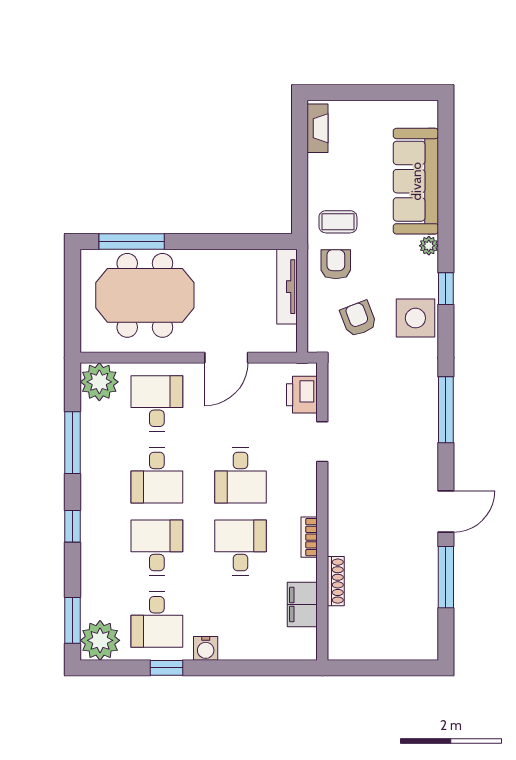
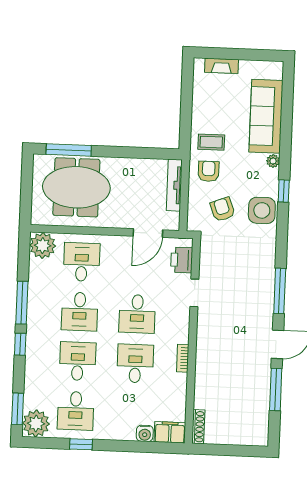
fireplace: (318, 128) -> (221, 66), moved, turned 90
door: (226, 358) -> (148, 233), moved
window: (446, 410) -> (280, 291), moved
window: (73, 443) -> (22, 303), moved
shoe rack: (336, 581) -> (198, 427), moved
filing cabinet: (302, 605) -> (170, 432), moved, turned 90
water cooler: (206, 648) -> (145, 433), moved

